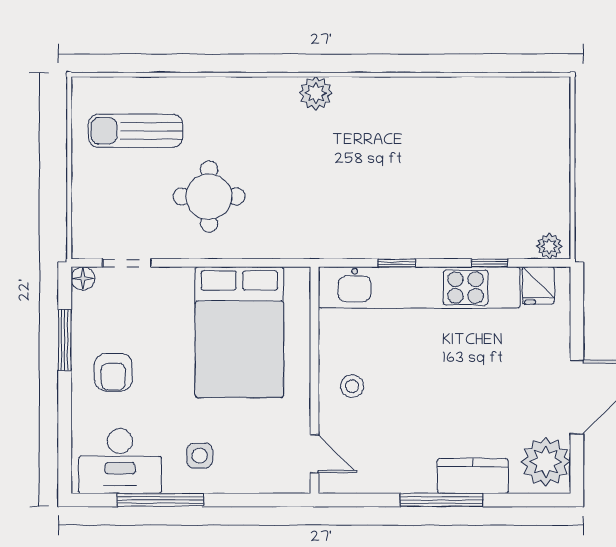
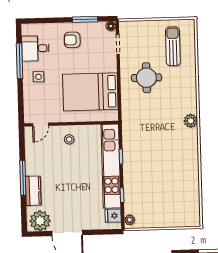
desk: (120, 461) -> (35, 48), width x0.73

